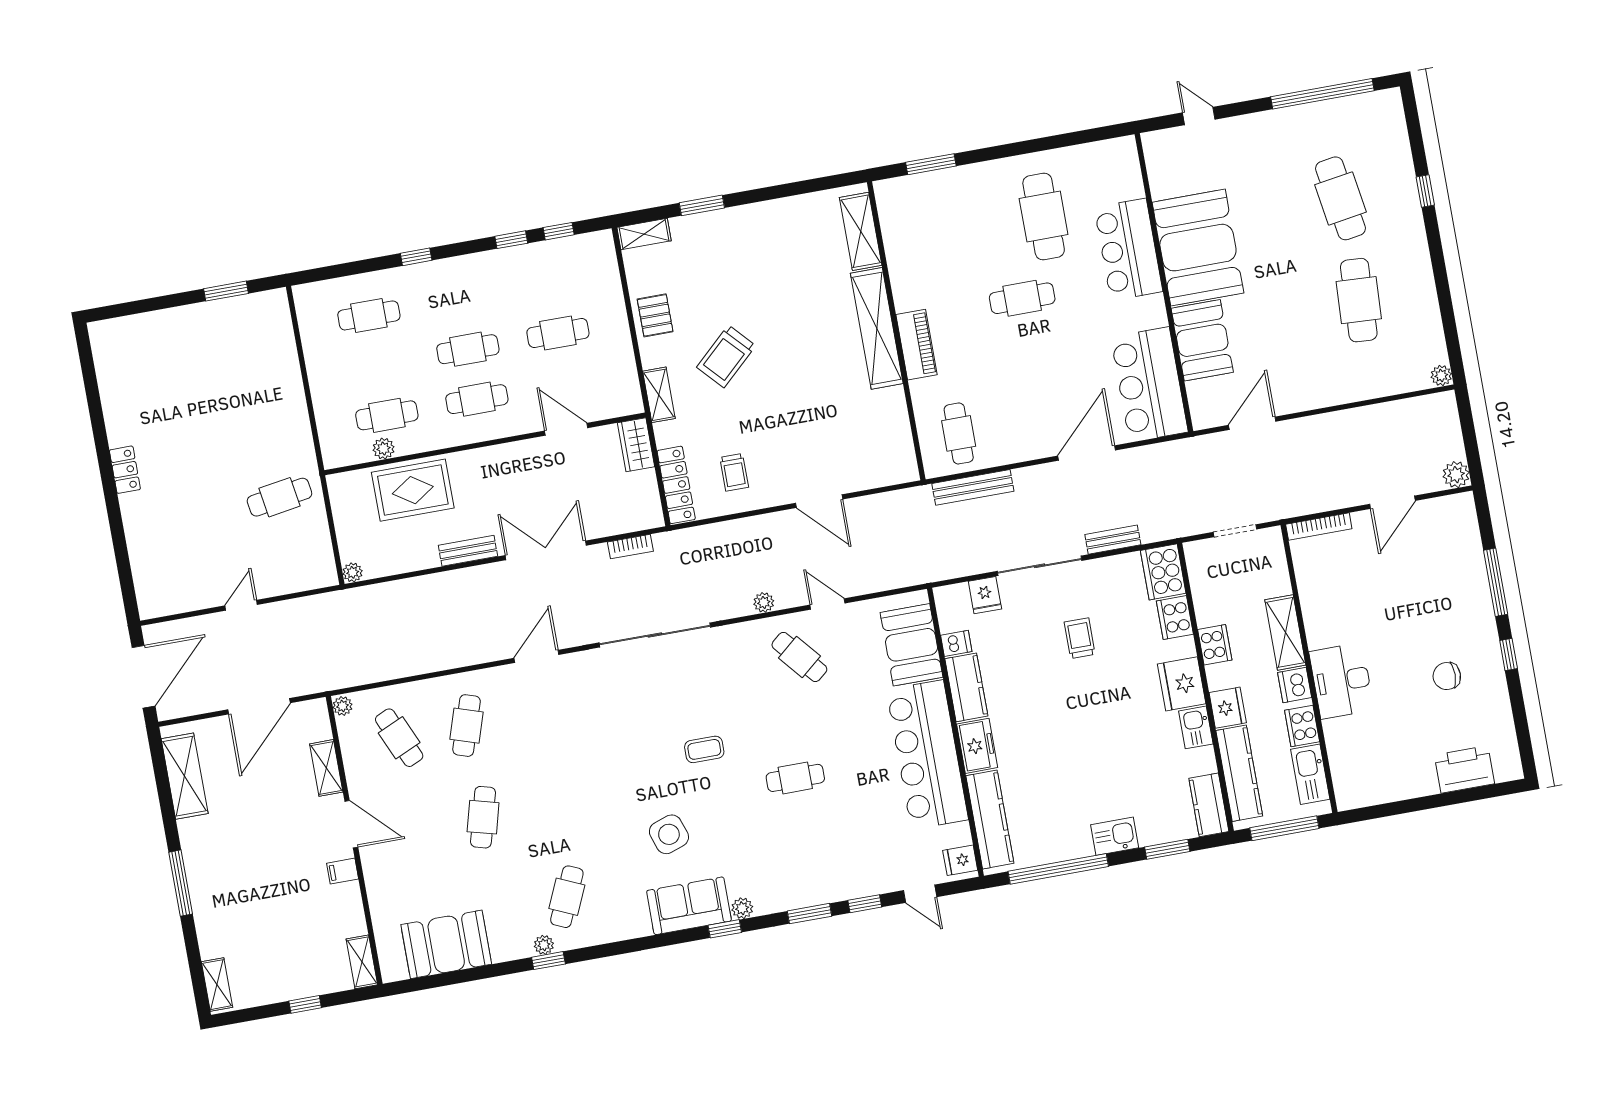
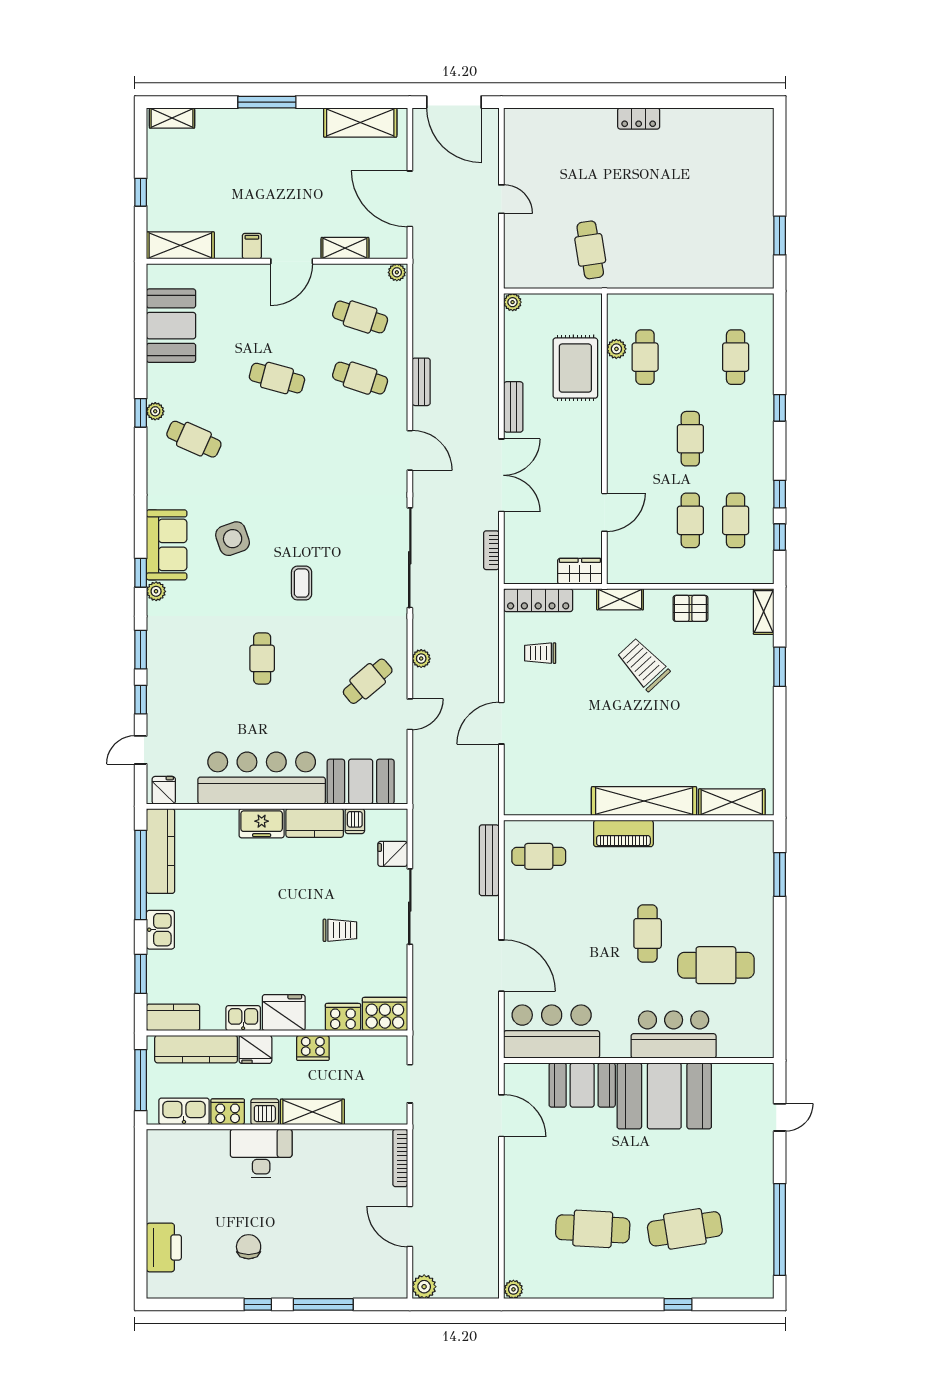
cafe table: (477, 399) -> (736, 520), moved
bench: (1113, 540) -> (421, 382), moved
cafe table: (399, 738) -> (360, 317), turned 42
kitchen counter: (990, 820) -> (161, 851), moved, turned -90
shelving: (362, 962) -> (180, 245), width x1.50, depth x1.33

